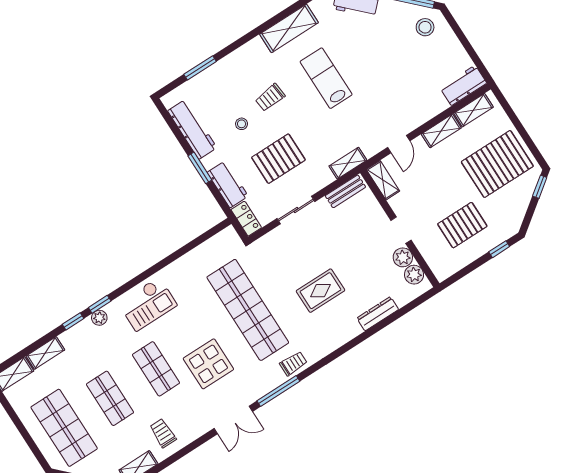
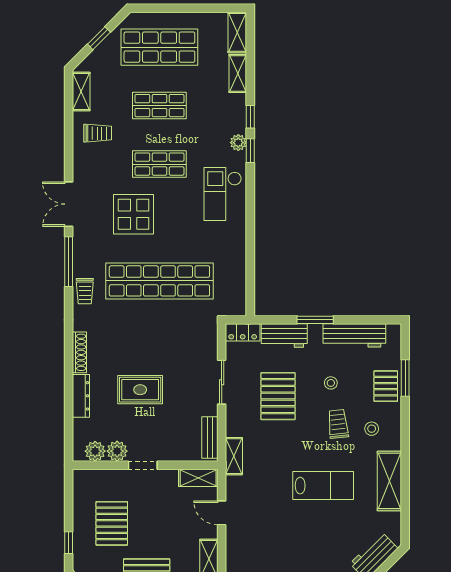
stool: (257, 69) -> (372, 429), added
pallet: (216, 79) -> (386, 386), added
rug: (320, 291) -> (140, 390), moved, turned 90
shoe rack: (344, 337) -> (79, 352), added

